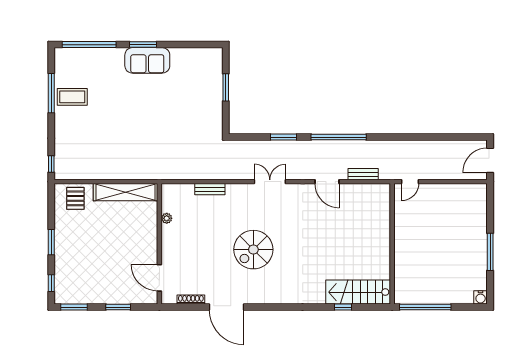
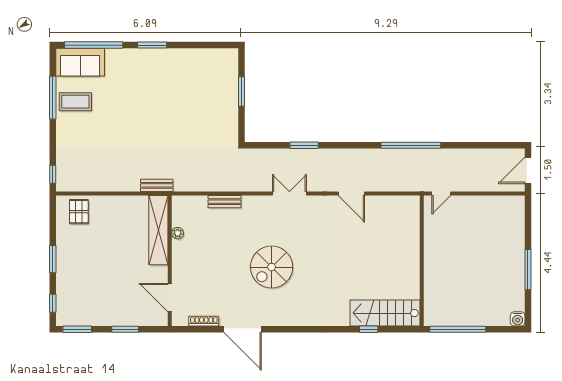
sofa: (147, 60) -> (80, 62), moved
window: (339, 137) -> (411, 145), moved
bench: (363, 174) -> (157, 185), moved
shelving: (126, 192) -> (158, 230), moved, turned 90

